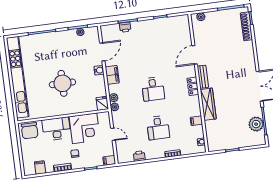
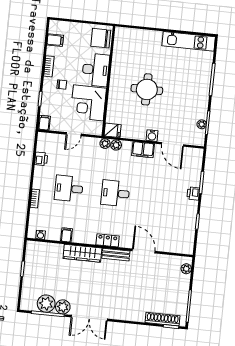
printer: (125, 27) -> (193, 194), moved
kitchen unit: (18, 77) -> (189, 41), width x0.54
plant: (256, 110) -> (63, 307), added

